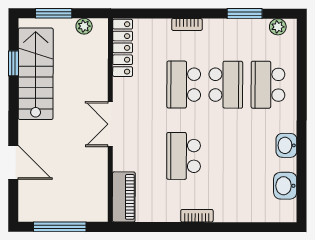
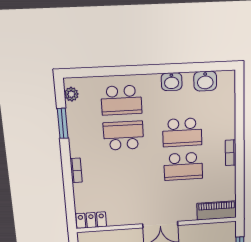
locker: (123, 48) -> (91, 220), width x0.66
school desk: (184, 85) -> (182, 132), moved

